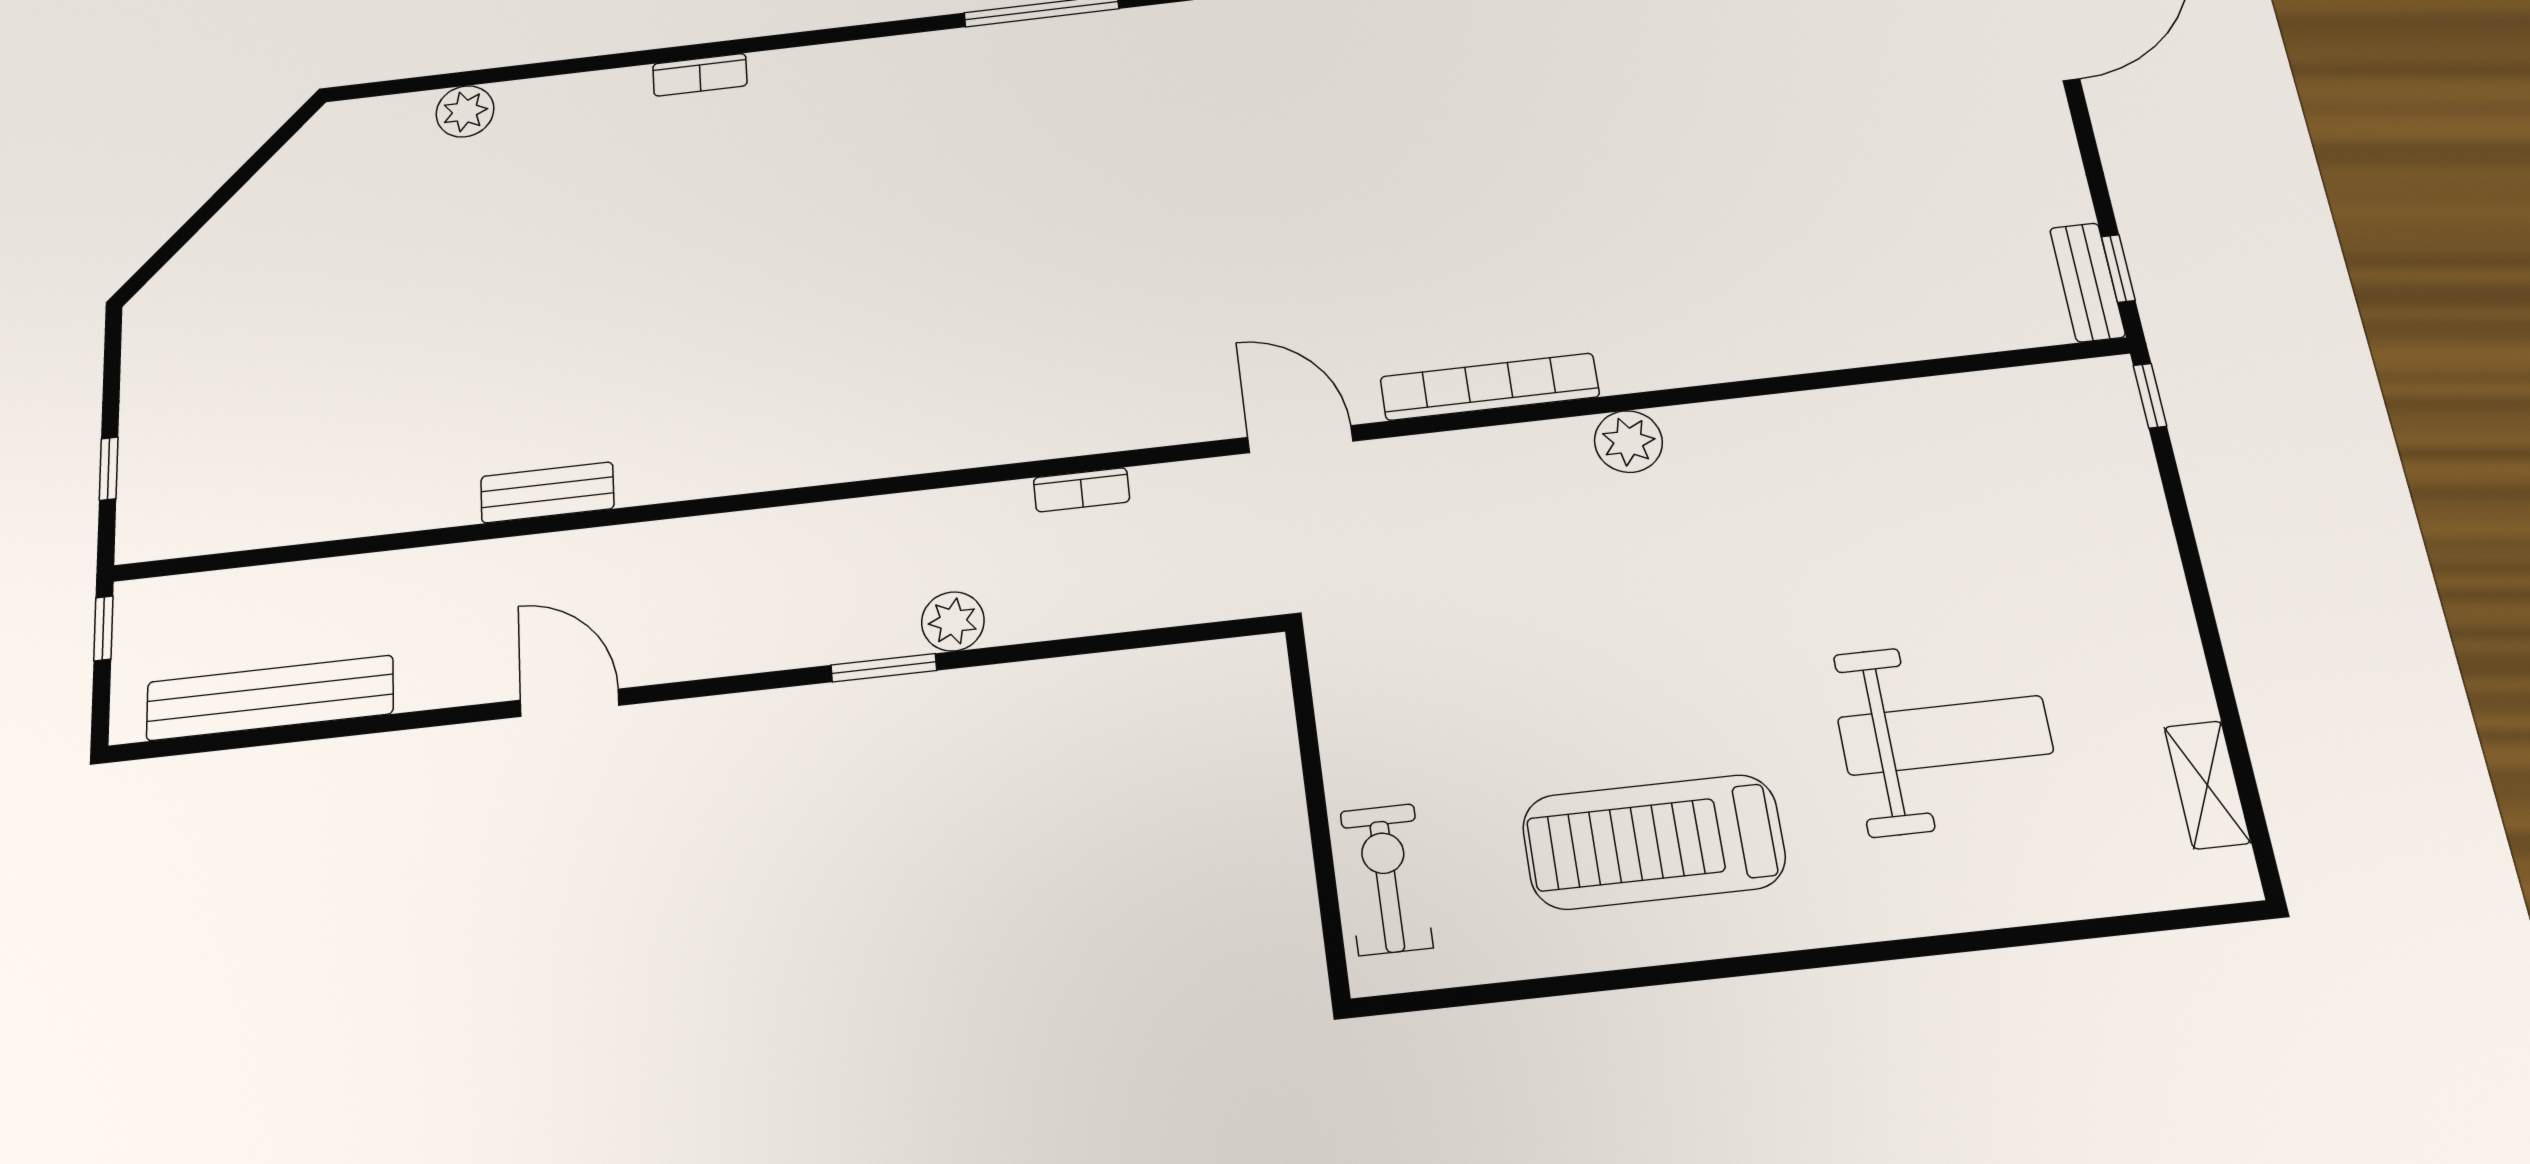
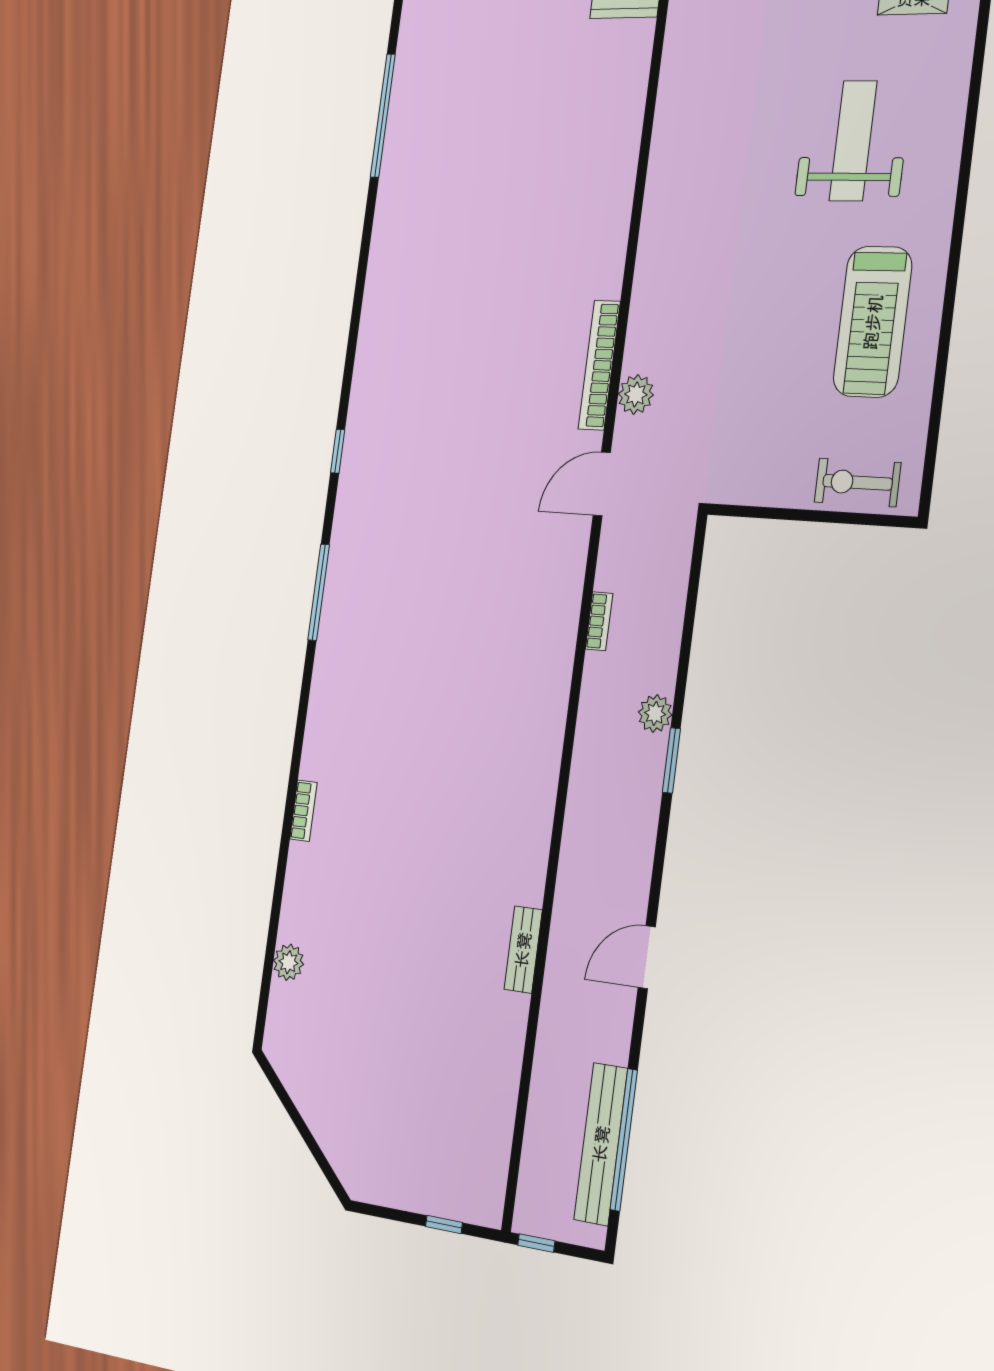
plant: (1628, 442) -> (636, 394), moved
window: (282, 735) -> (624, 1140), added

